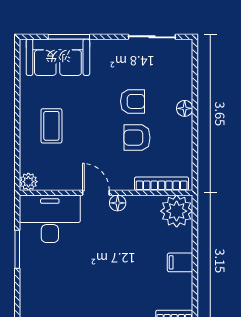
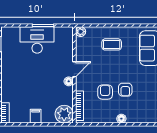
desk: (50, 219) -> (37, 40), moved, turned -90

